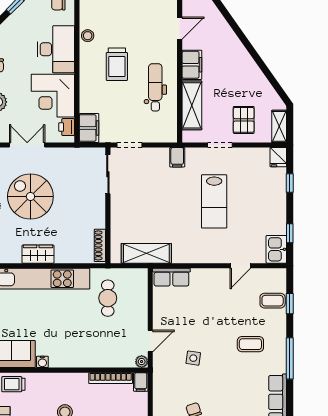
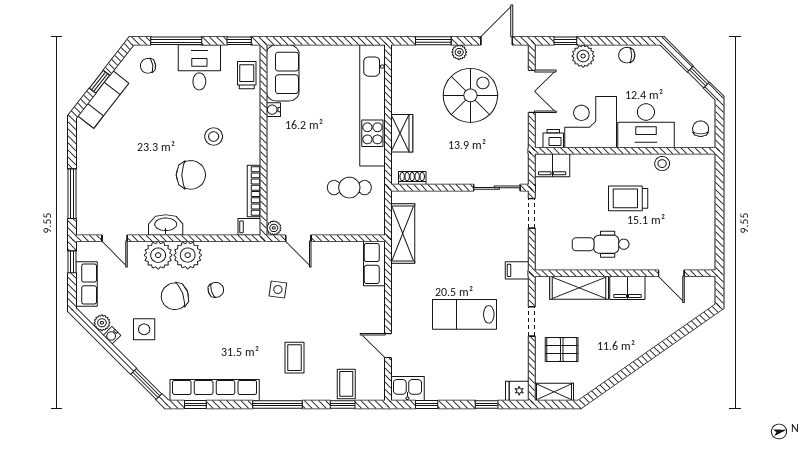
dental chair: (155, 87) -> (601, 244), turned 180
shoe rack: (100, 245) -> (412, 178), width x0.70
wardrobe: (38, 254) -> (402, 133), moved

